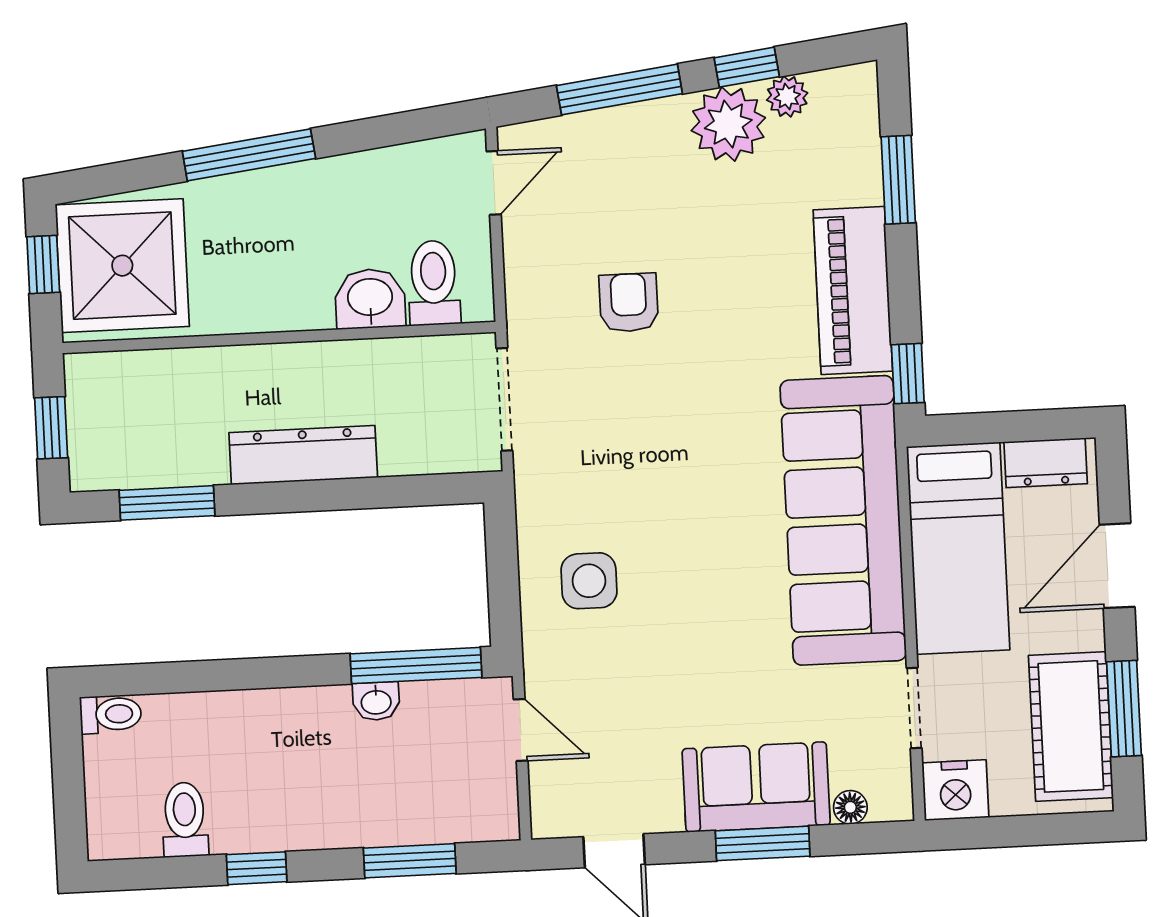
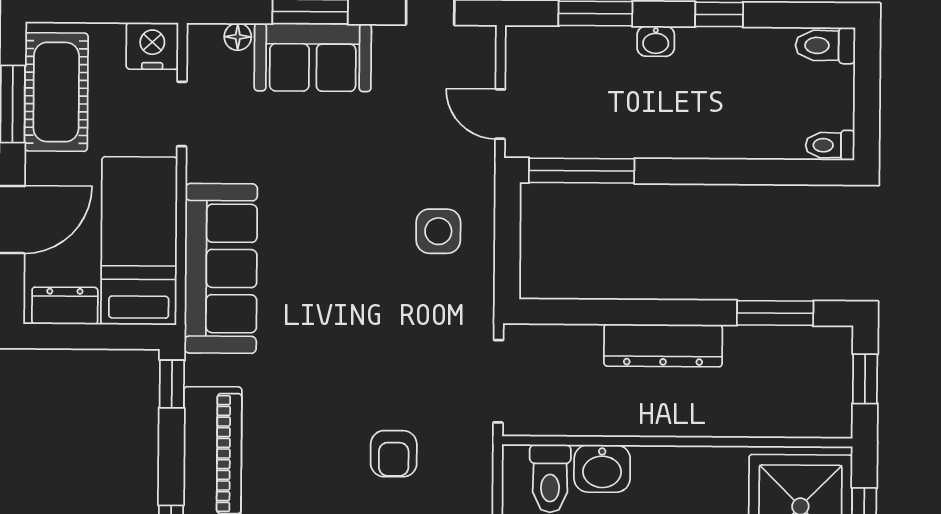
sofa: (843, 520) -> (221, 268), width x0.74, depth x0.79
washbasin: (376, 701) -> (656, 41), moved, turned 180
toilet: (185, 820) -> (825, 45), moved, turned 90

